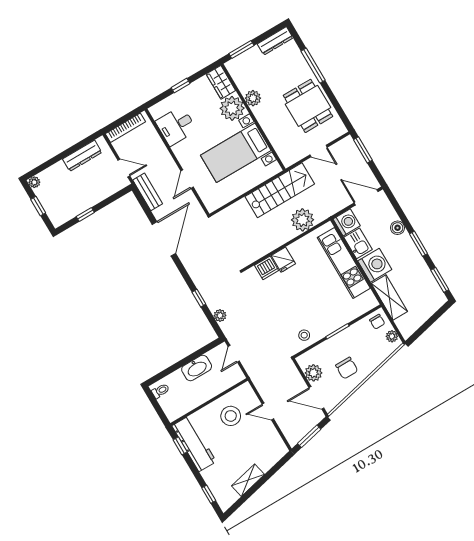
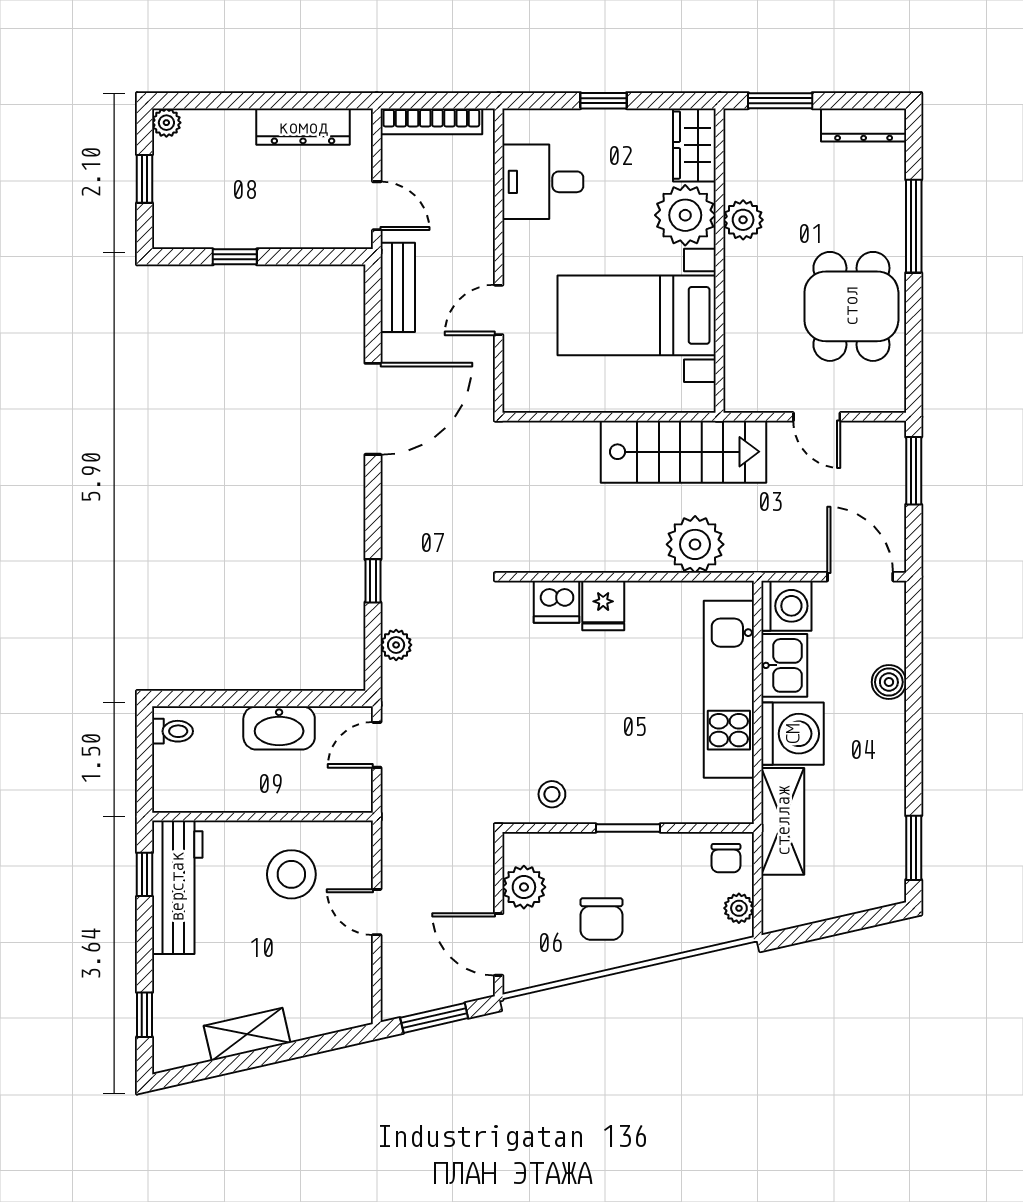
window: (418, 244) -> (914, 743), removed

